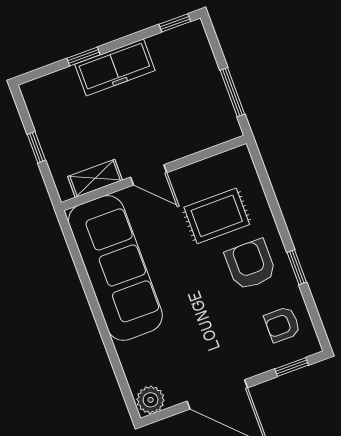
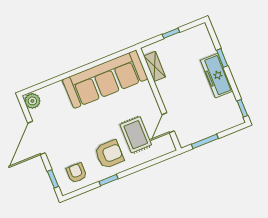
door: (149, 175) -> (168, 123), moved

